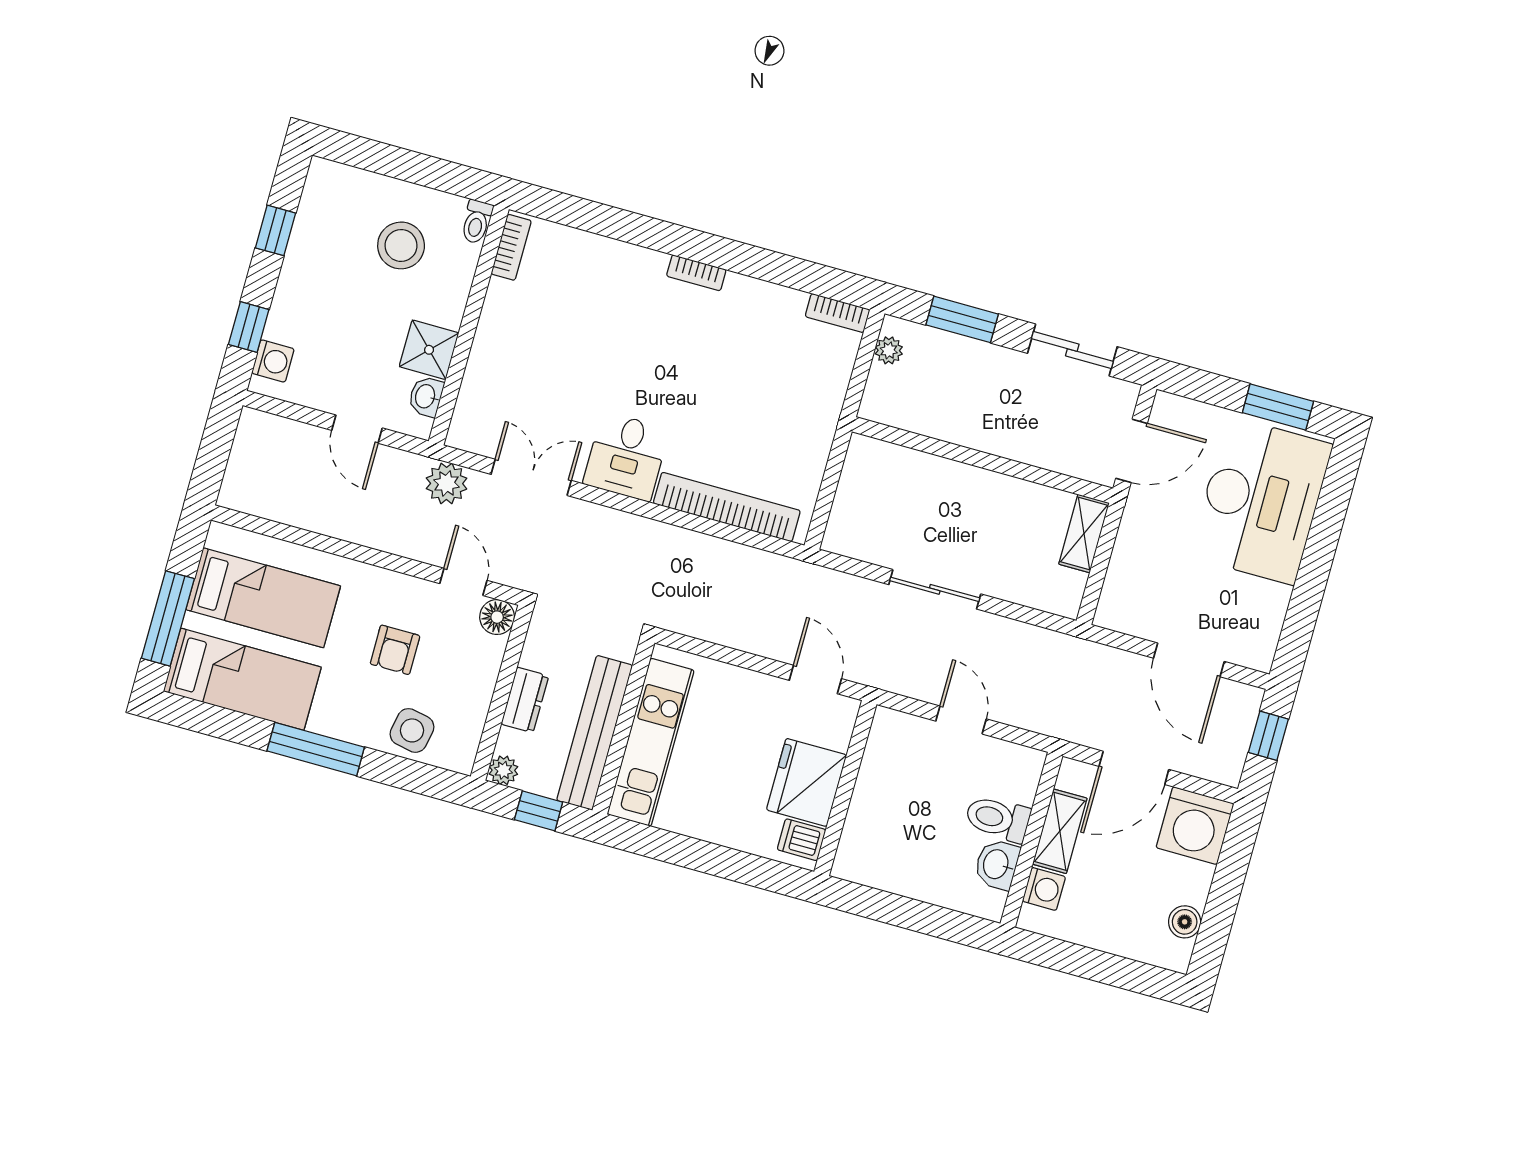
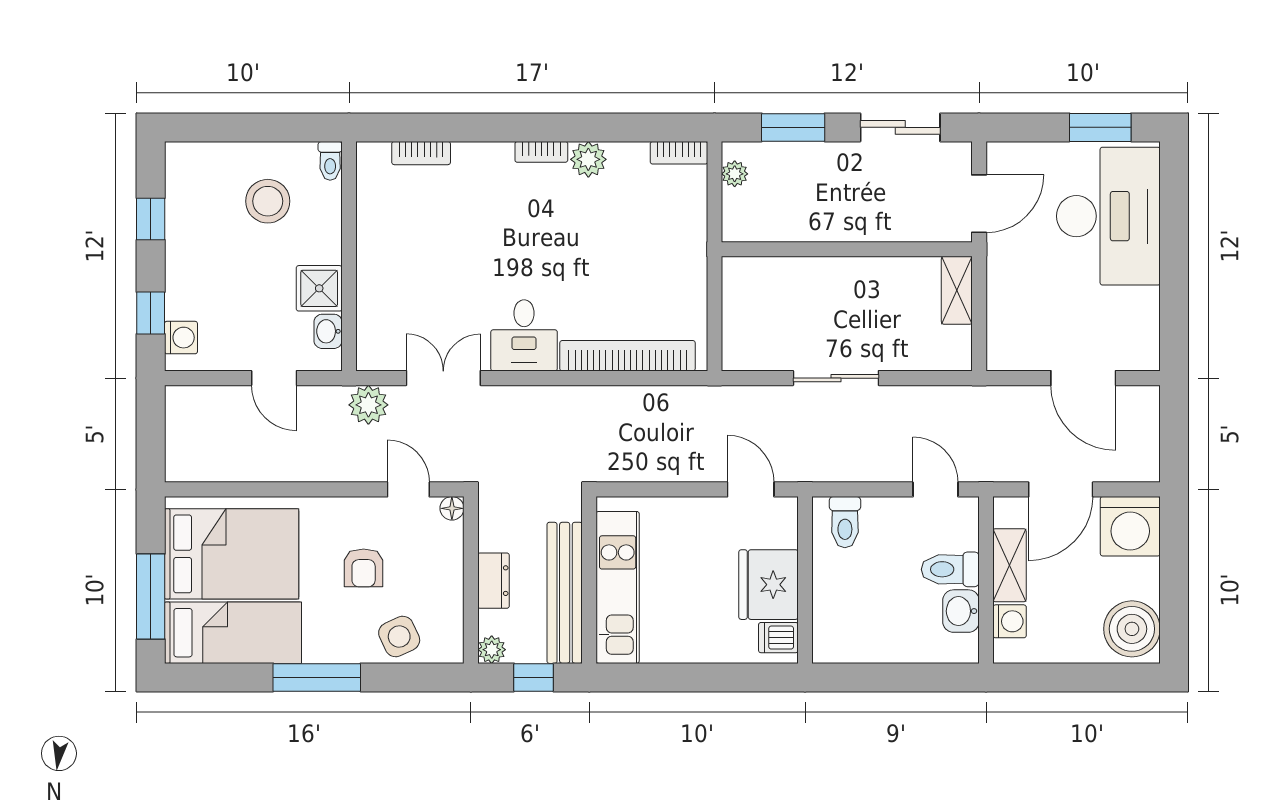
bookcase: (511, 247) -> (421, 153), moved, turned 90
plant: (743, 294) -> (588, 159), added
bed: (263, 598) -> (232, 554), width x1.50
floor lamp: (497, 617) -> (452, 508), width x0.73, depth x0.73
door: (961, 720) -> (936, 489), moved
side table: (412, 730) -> (399, 636), turned -36
window: (1268, 736) -> (1174, 427), removed
toilet: (903, 740) -> (845, 522), added
boiler: (1185, 922) -> (1132, 629), width x1.86, depth x1.86

